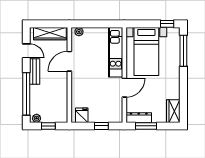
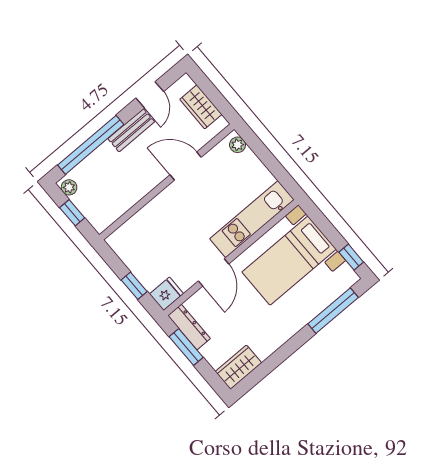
wardrobe: (50, 34) -> (201, 107), width x0.67
door: (124, 88) -> (213, 272), hinge flipped
fridge: (82, 115) -> (166, 294), moved

